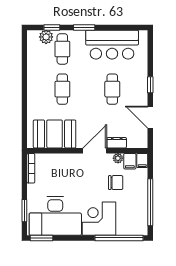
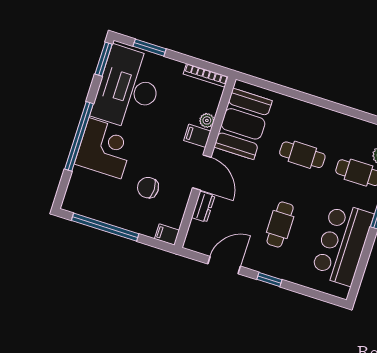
cafe table: (112, 89) -> (280, 225), turned 90
plant: (118, 158) -> (207, 120), moved
filing cabinet: (130, 161) -> (197, 136), moved
chair: (116, 183) -> (148, 188), turned 90
window: (119, 238) -> (79, 136), moved

